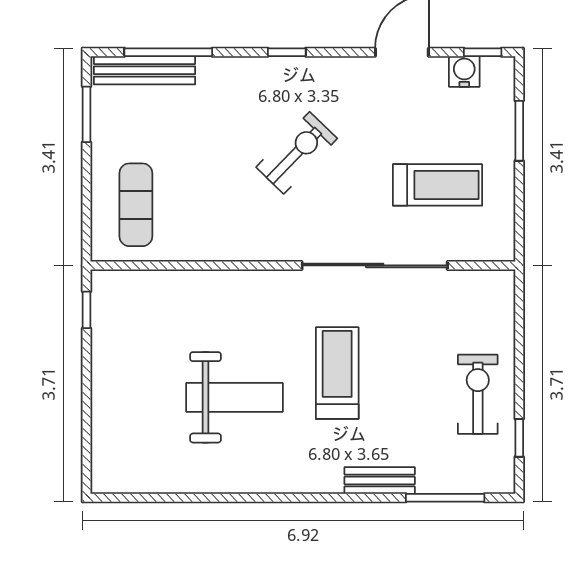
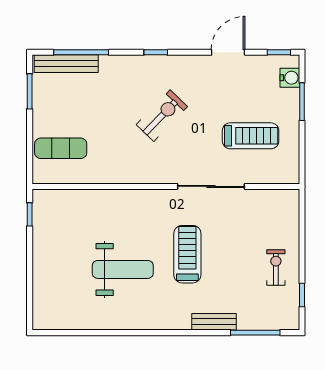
water cooler: (464, 71) -> (290, 78), moved, turned 90
exercise mat: (136, 205) -> (61, 148), turned 90
sliding door: (375, 265) -> (211, 186), width x0.73
exercise bike: (478, 394) -> (276, 268), width x0.73, depth x0.72

